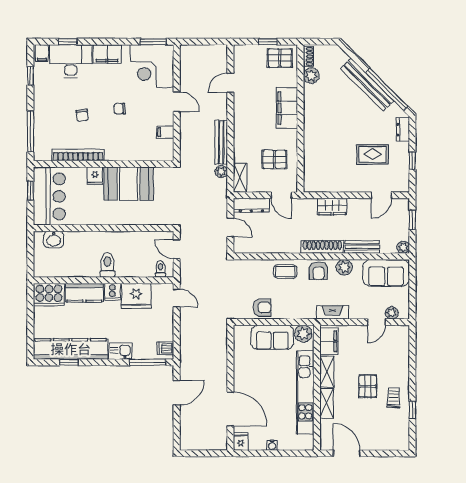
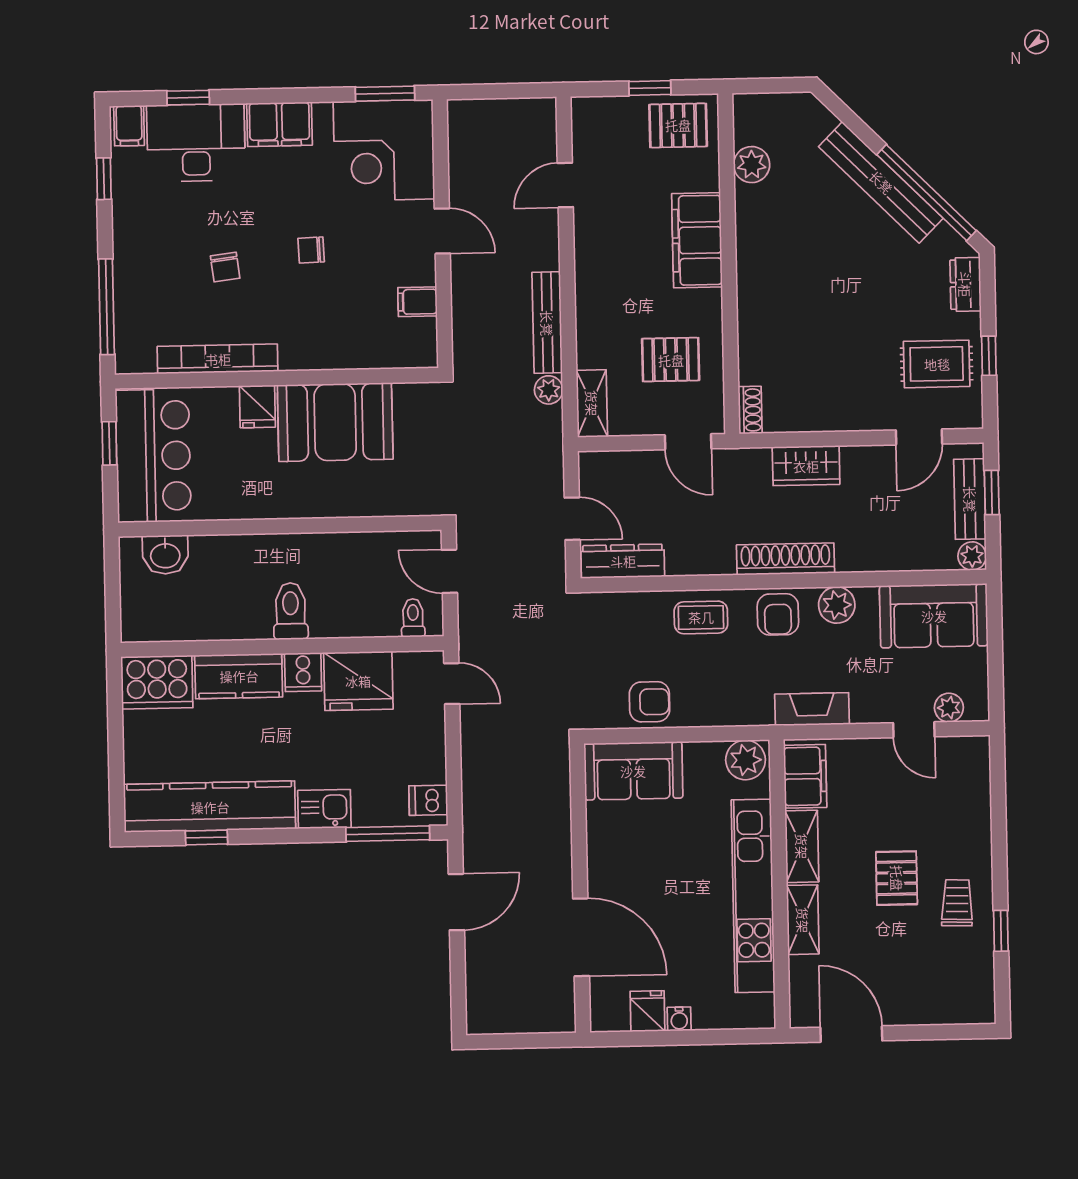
shoe rack: (308, 56) -> (750, 410), moved
rug: (373, 154) -> (937, 364), moved
dresser: (251, 205) -> (623, 561), moved, turned 180
bench: (362, 247) -> (970, 499), moved, turned 90
door: (376, 322) -> (914, 730), hinge flipped
sofa: (272, 337) -> (633, 771), moved
fridge: (241, 442) -> (648, 1011), moved

